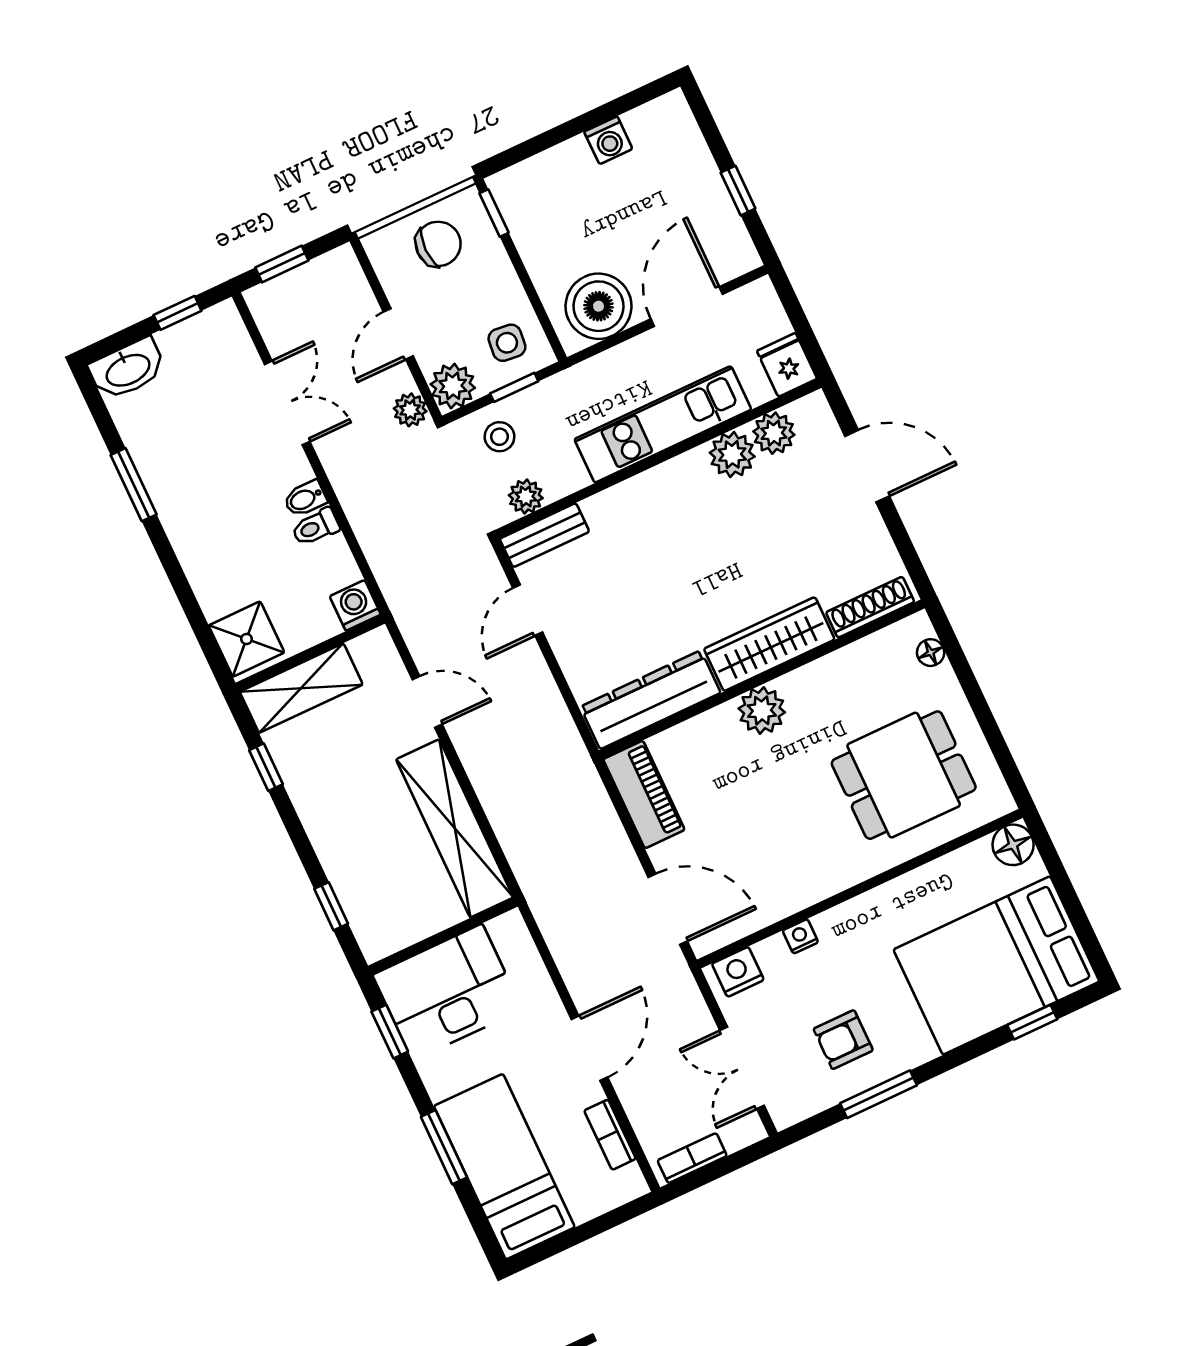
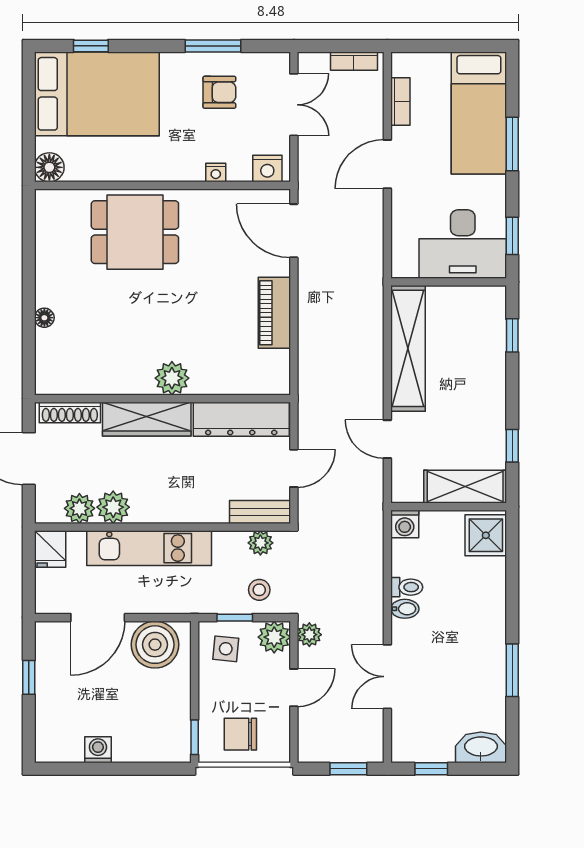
shoe rack: (870, 607) -> (70, 412), moved
wardrobe: (769, 644) -> (147, 419), moved
wall: (762, 679) -> (162, 399), moved
dresser: (650, 700) -> (241, 419), moved
plant: (762, 710) -> (172, 378), moved
dining table: (904, 775) -> (135, 232), moved

